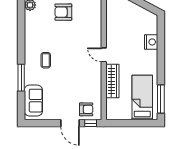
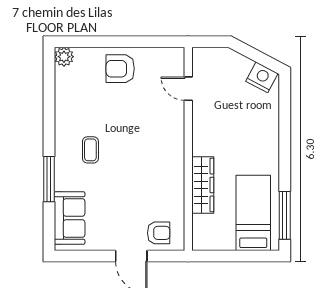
nightstand: (151, 42) -> (262, 77), moved, turned -62
door: (104, 55) -> (188, 89), moved
window: (91, 123) -> (166, 256), removed

